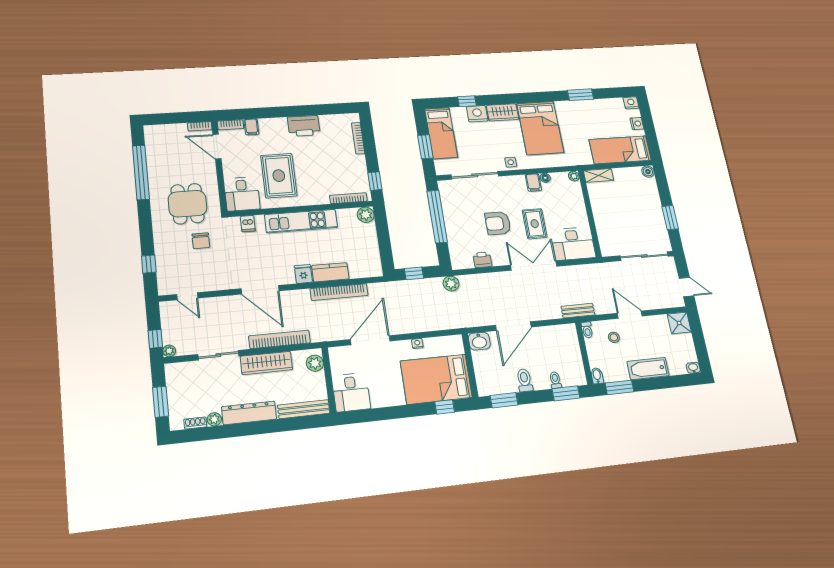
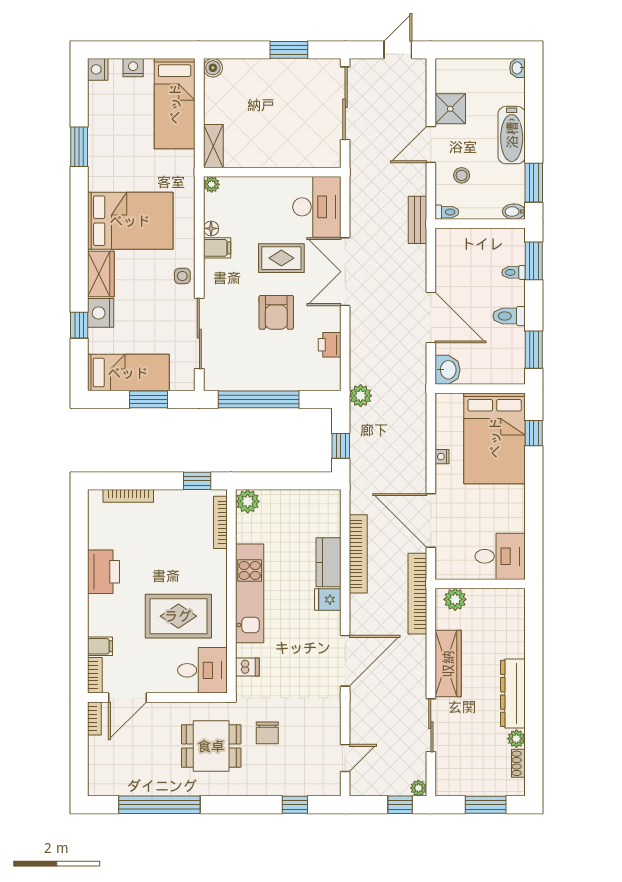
chair: (201, 241) -> (267, 733), turned 90
shower: (679, 323) -> (450, 109), moved
bookcase: (280, 339) -> (417, 594), moved
bench: (304, 409) -> (516, 622), removed

